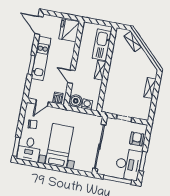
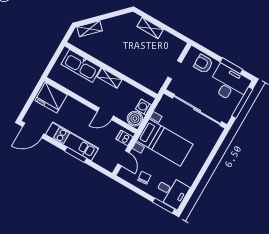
bed with nightstands: (59, 146) -> (165, 142), moved, turned 180

